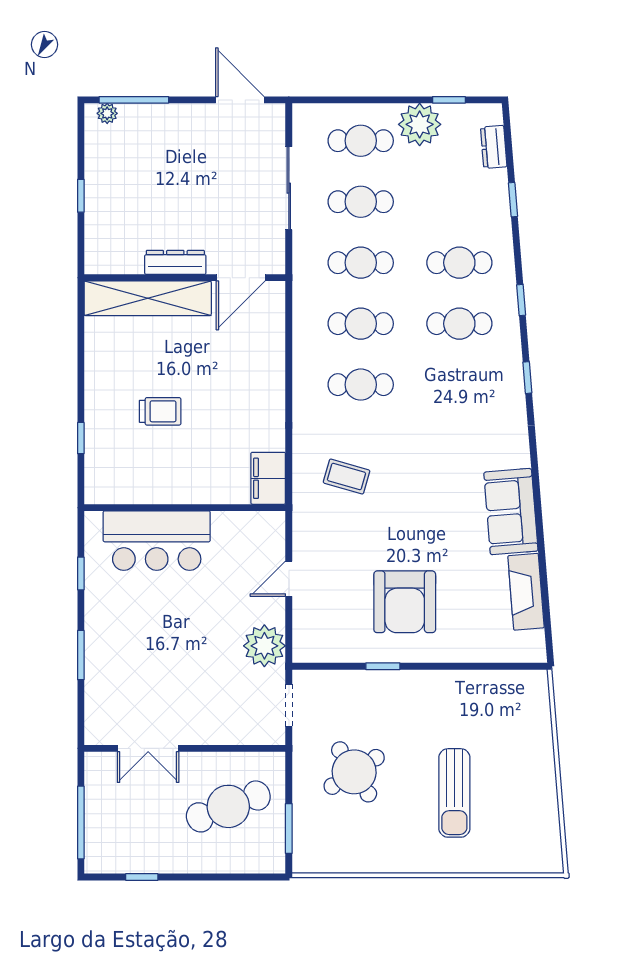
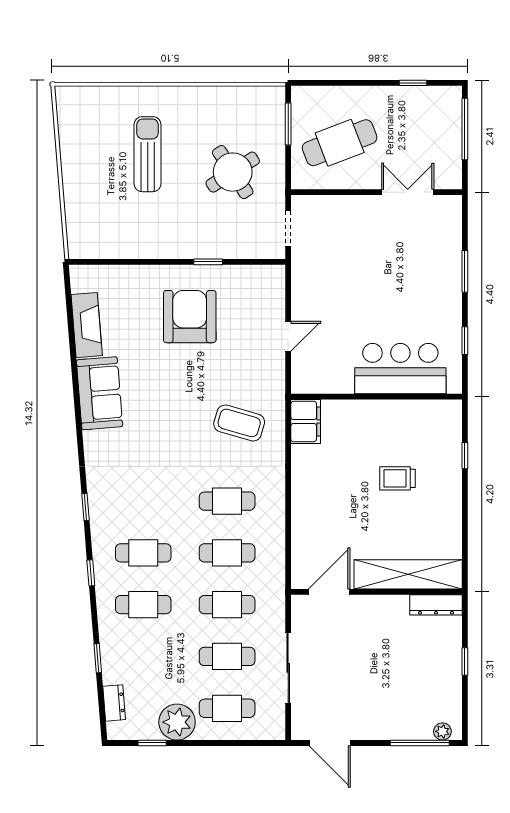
dresser: (175, 262) -> (436, 605), moved
coffee table: (347, 477) -> (239, 423), width x1.36, depth x1.30
plant: (264, 646) -> (309, 279), removed

